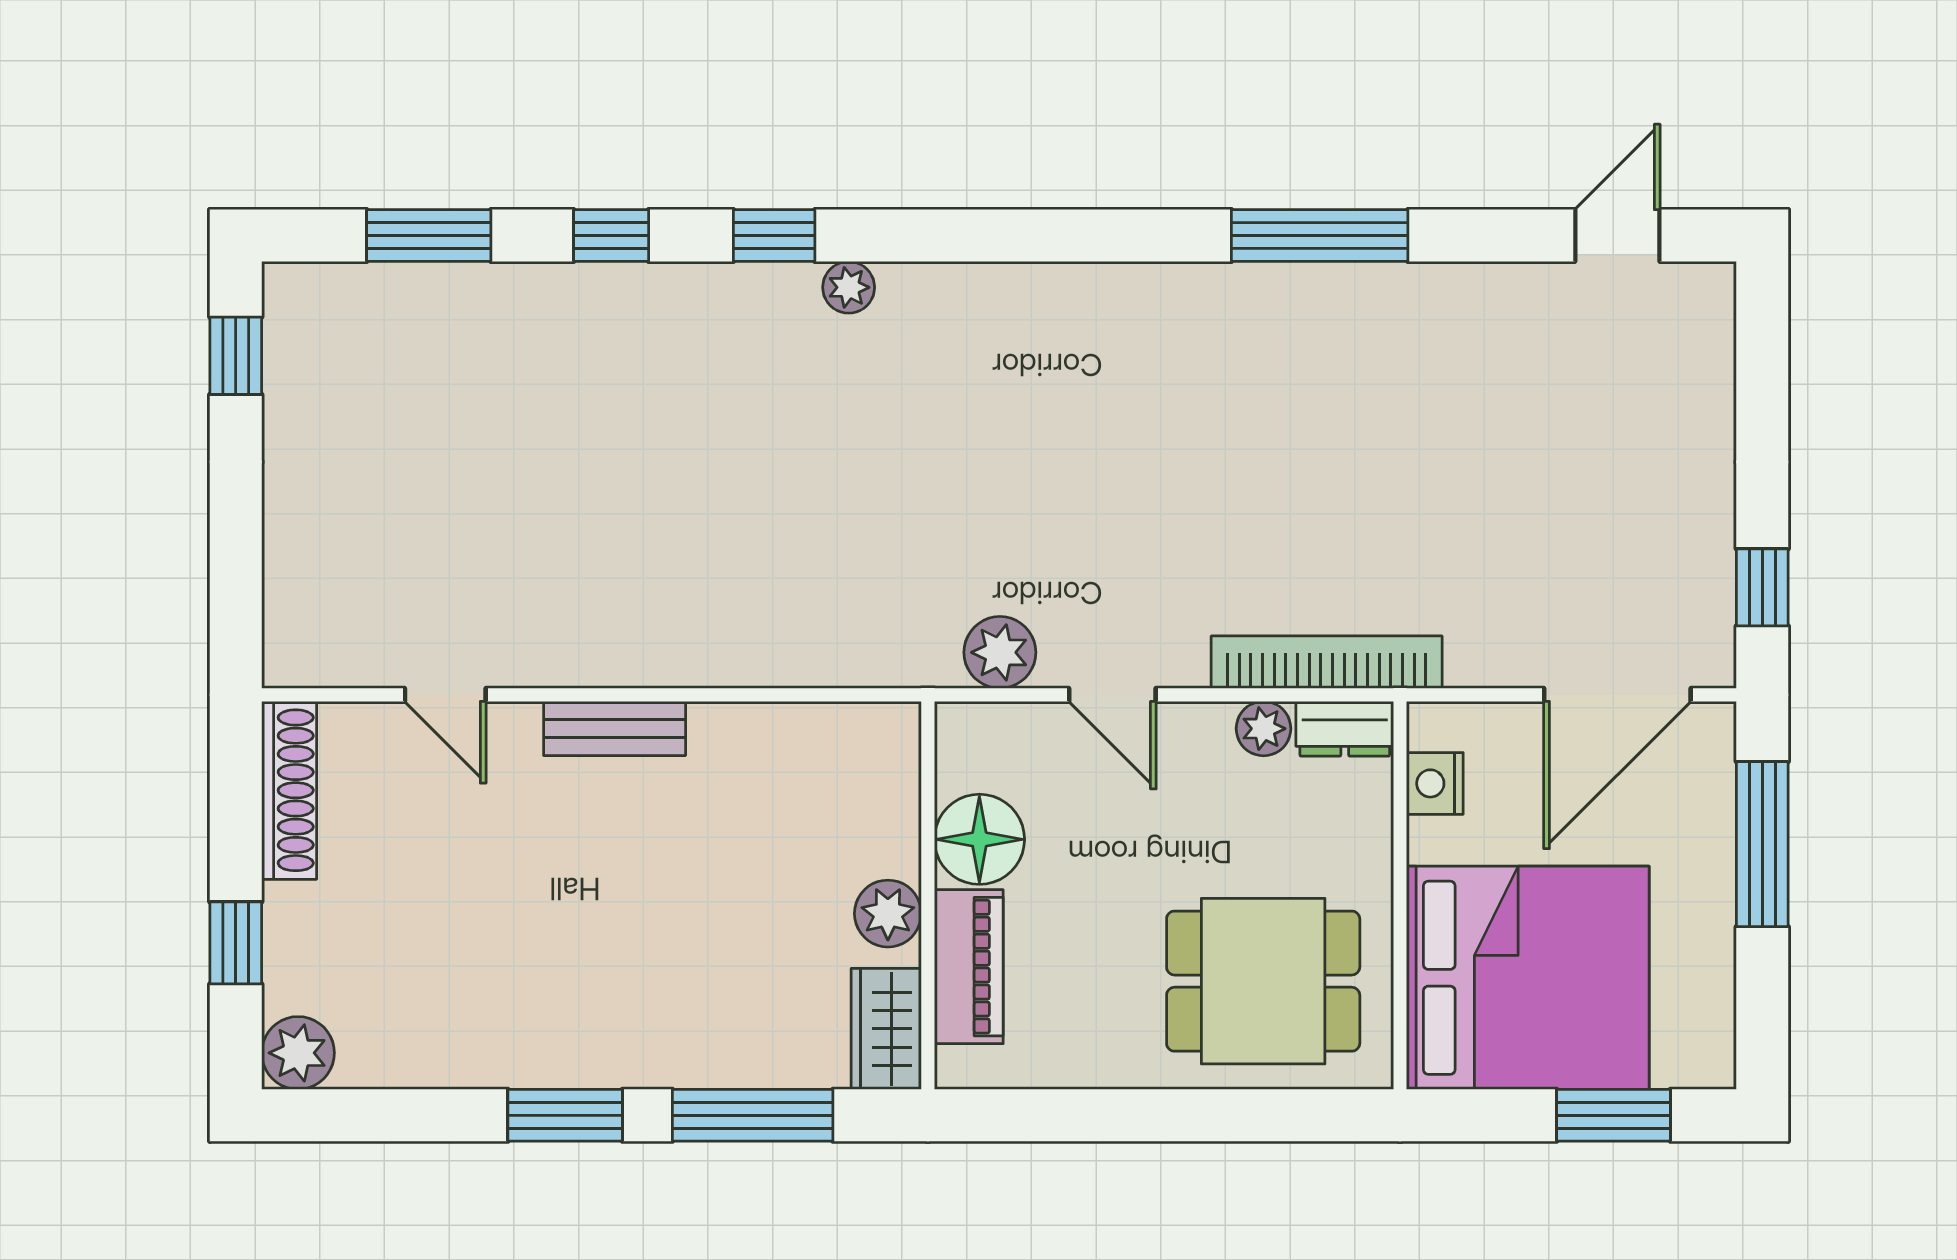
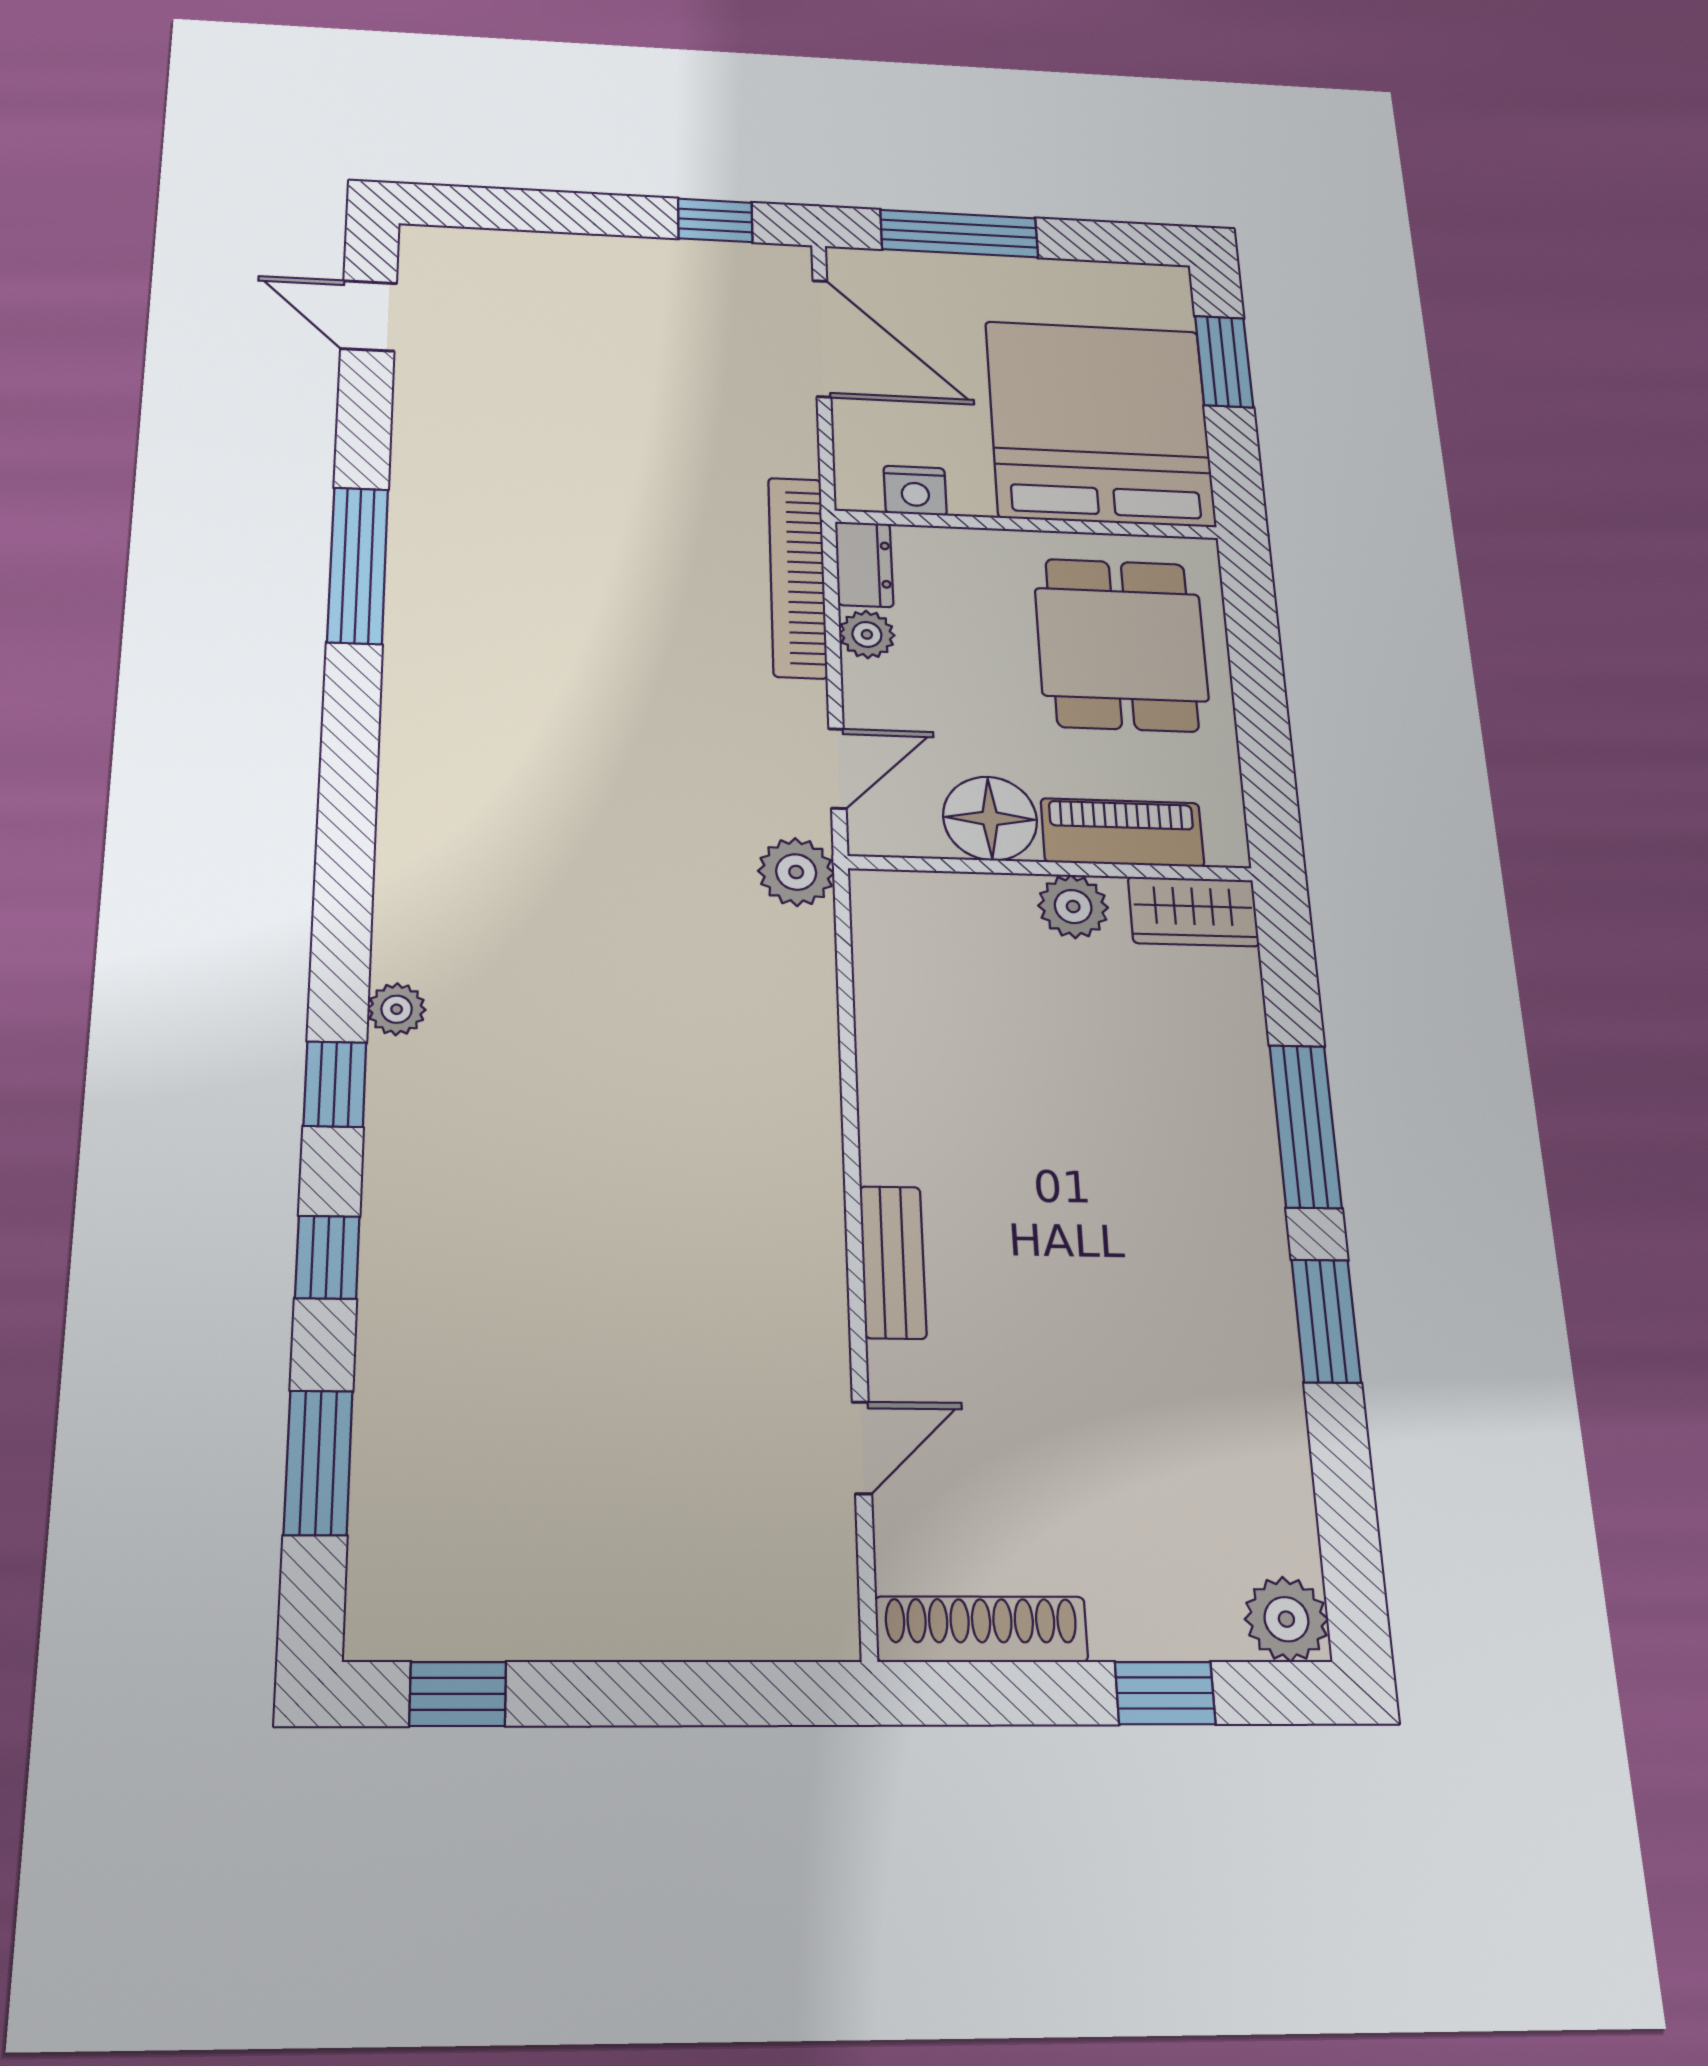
floor lamp: (979, 839) -> (990, 818), moved
wall: (928, 895) -> (1051, 868), moved
plant: (888, 914) -> (1073, 907), moved
piano: (969, 967) -> (1122, 832), moved
wardrobe: (886, 1029) -> (1193, 912), moved

